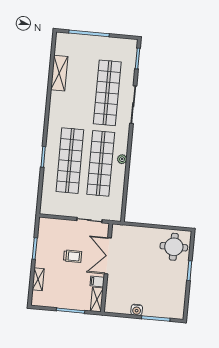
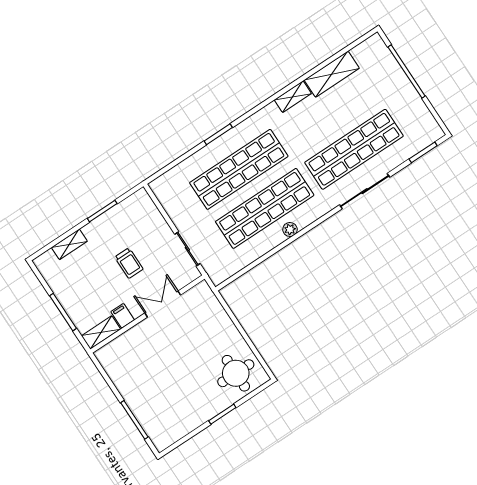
shelving: (55, 103) -> (293, 97), added
double door: (108, 256) -> (163, 304), width x0.73
water cooler: (137, 310) -> (127, 389), removed

